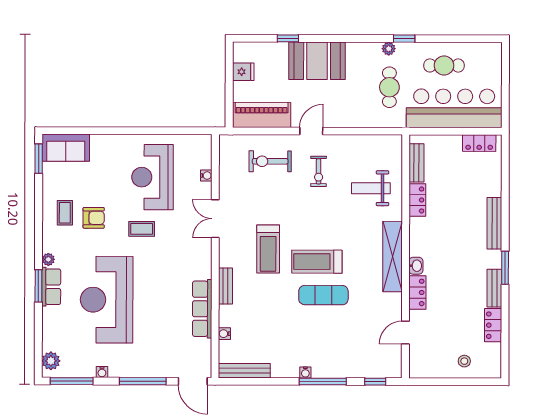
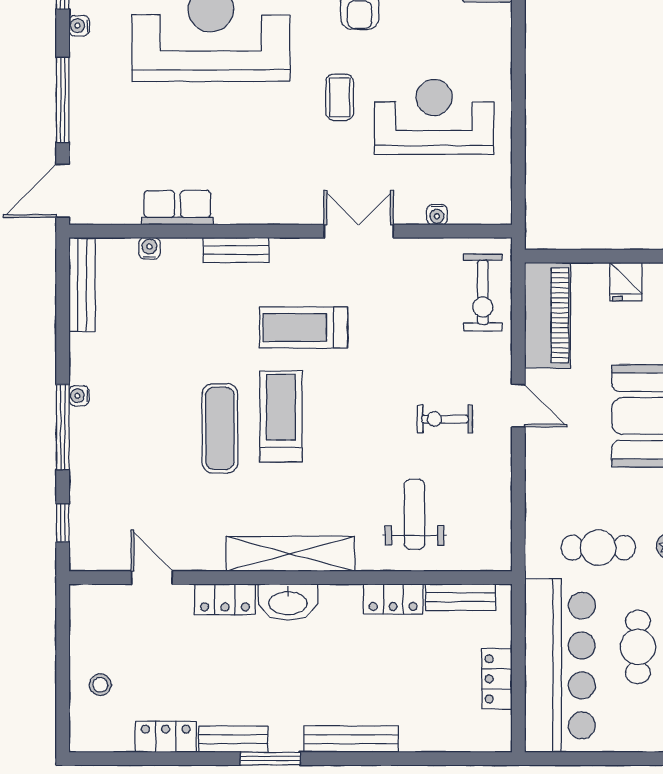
locker: (479, 143) -> (497, 679), moved
exercise bike: (270, 161) -> (483, 292), moved, turned 180
washbasin: (416, 266) -> (288, 602), width x1.91, depth x1.45
row of seats: (202, 309) -> (177, 208), width x0.68

